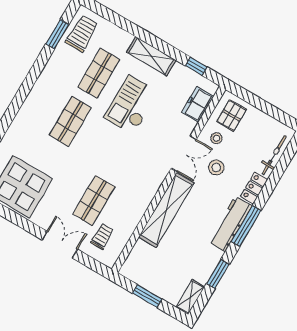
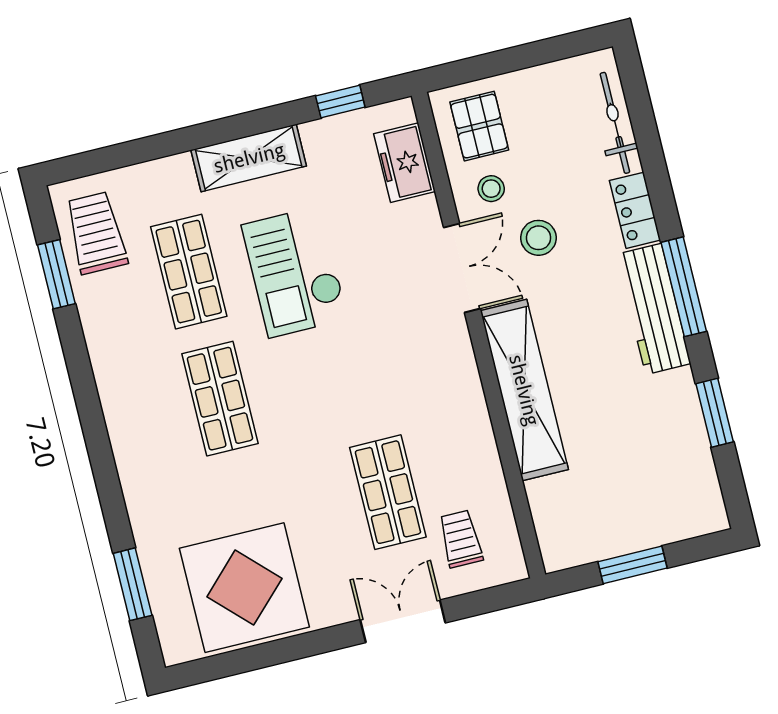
shelving: (190, 297) -> (706, 496), removed

